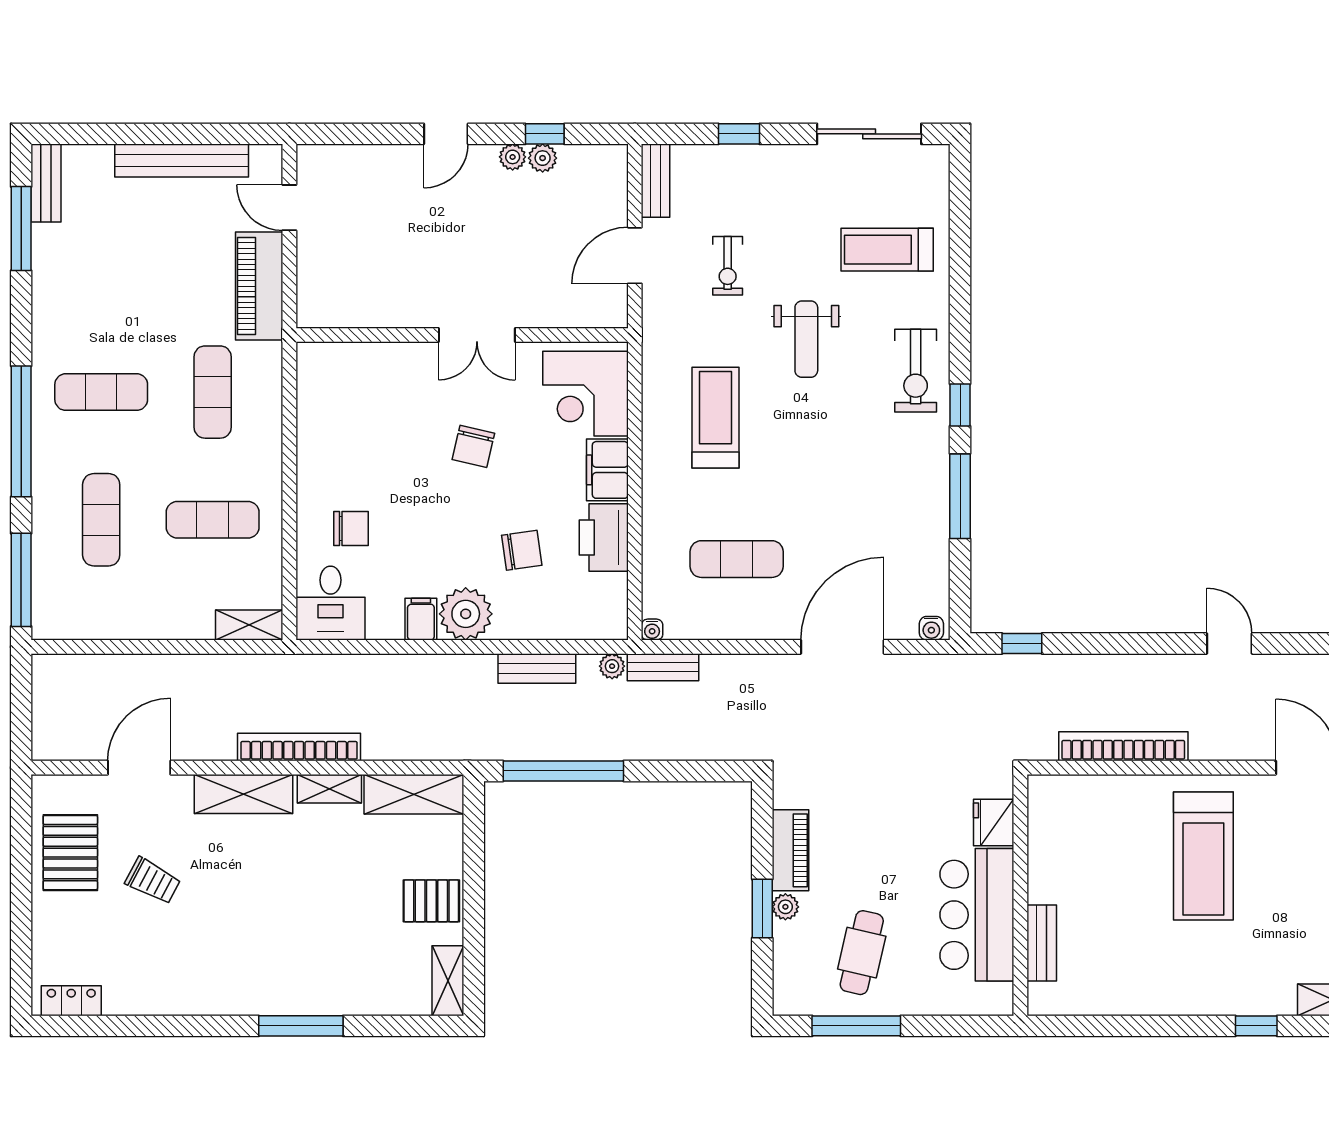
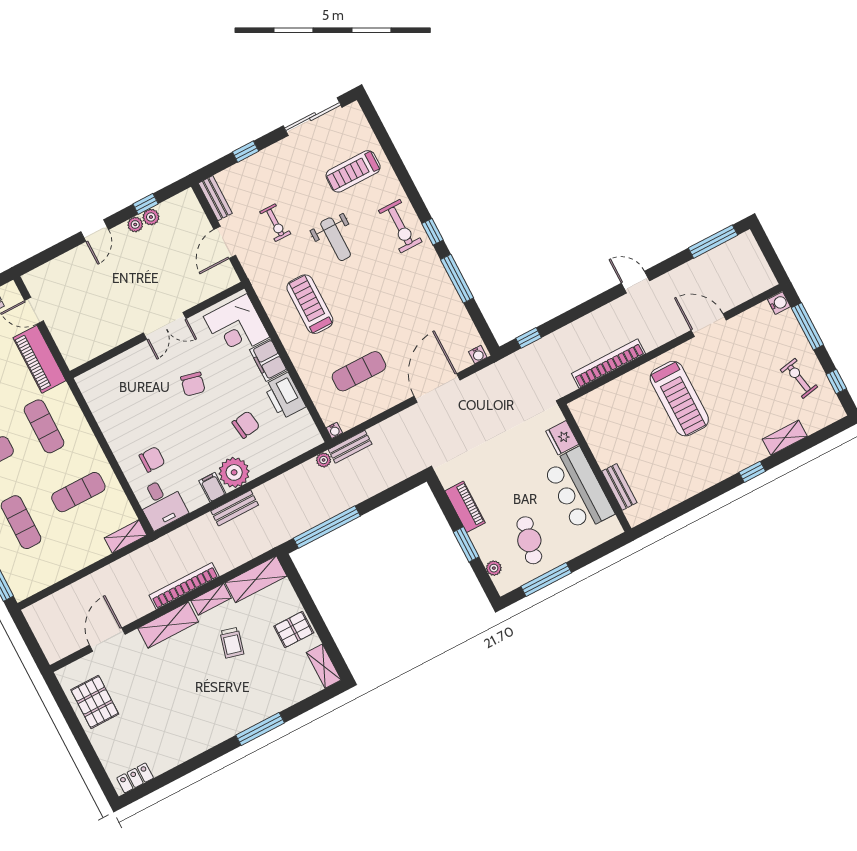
bench: (537, 668) -> (235, 508), moved
trolley: (153, 881) -> (232, 643), moved, turned 77
plant: (785, 907) -> (494, 568), moved

